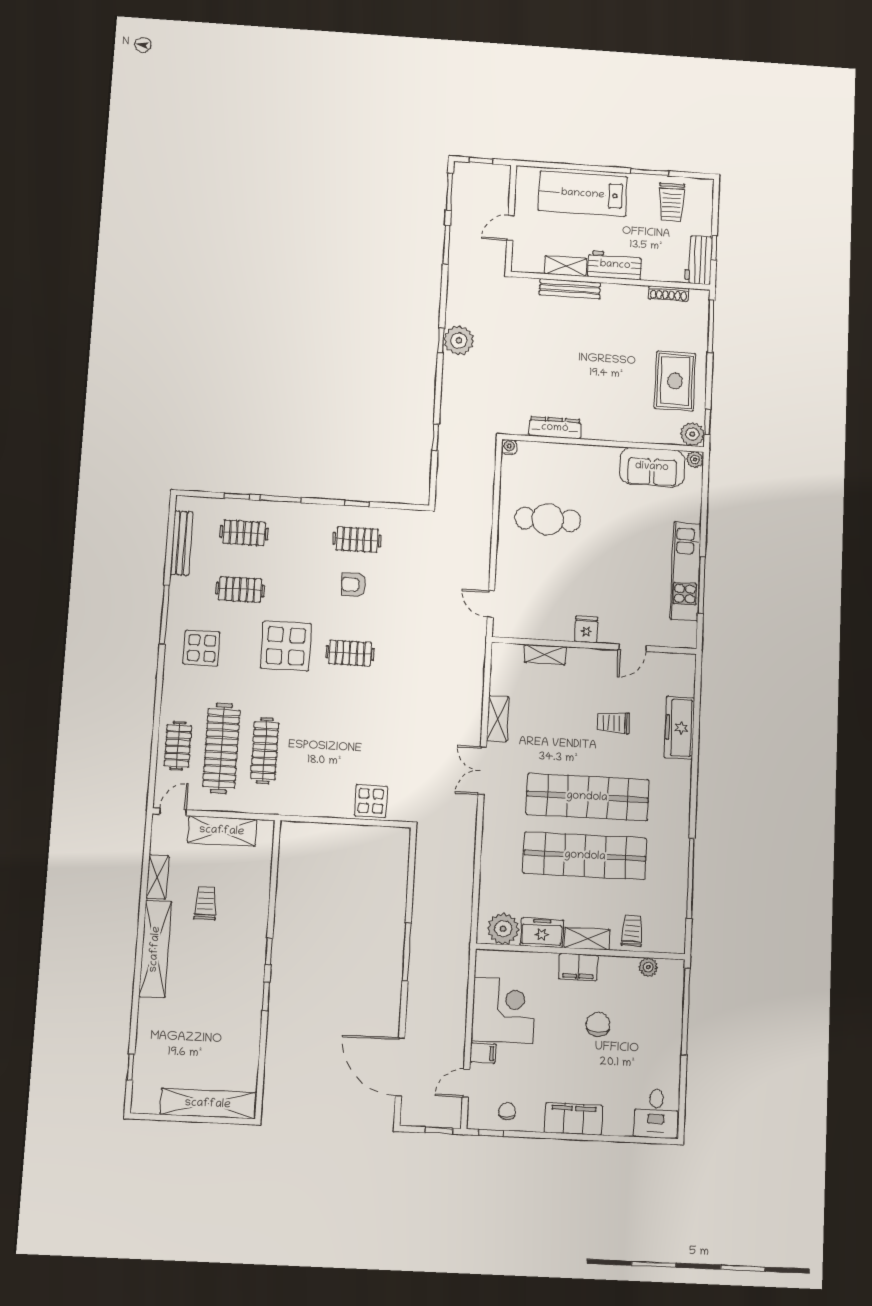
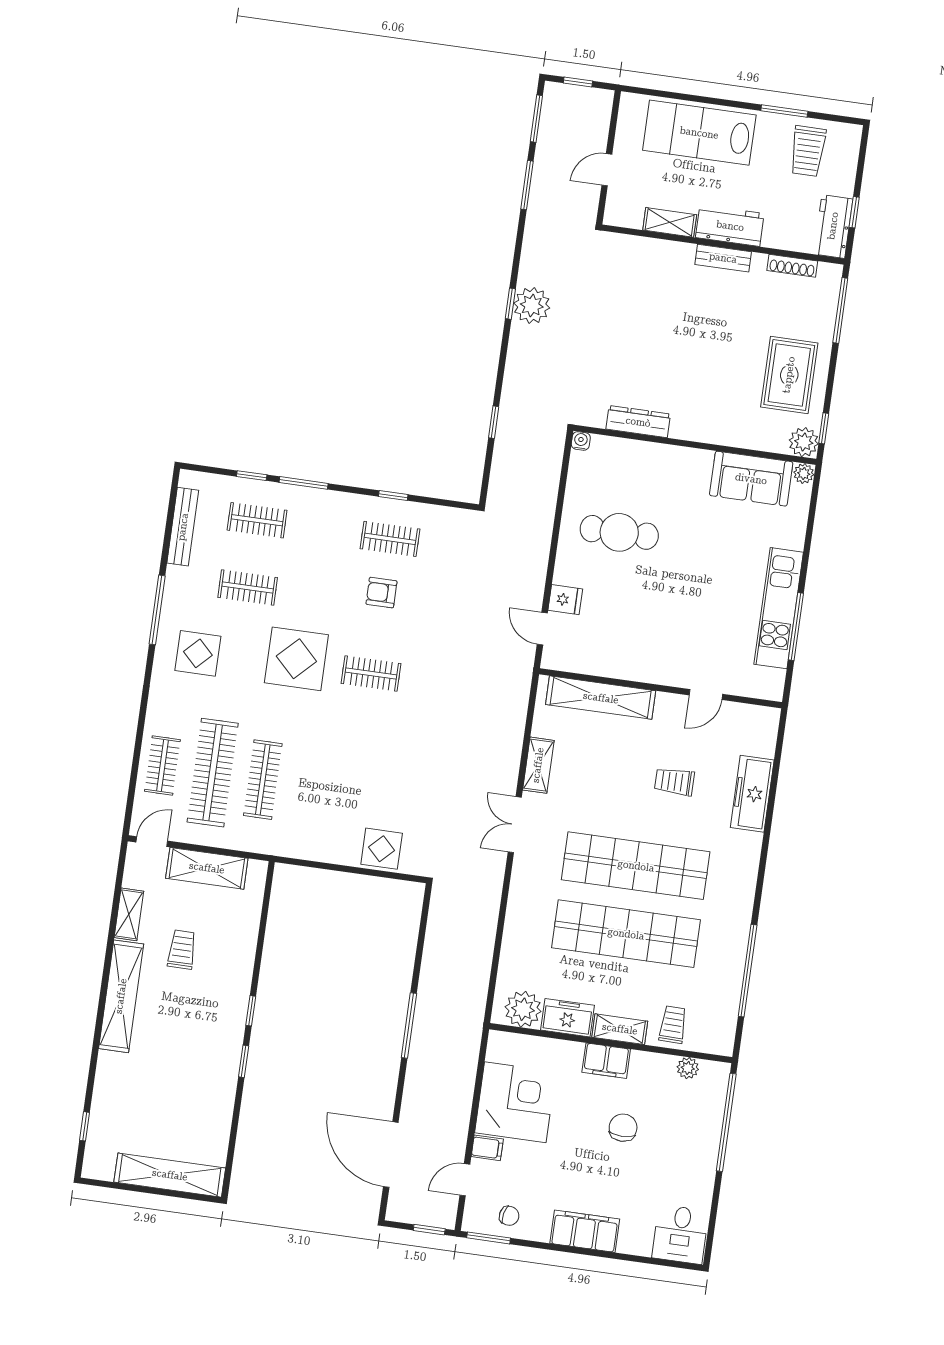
bench: (570, 289) -> (723, 258), moved, width x0.73
fridge: (586, 629) -> (565, 600), moved, turned 90
shelving: (545, 654) -> (601, 698), width x2.20, depth x1.33
chair: (507, 1111) -> (509, 1216), turned 102
window: (491, 1133) -> (489, 1238), width x1.50

